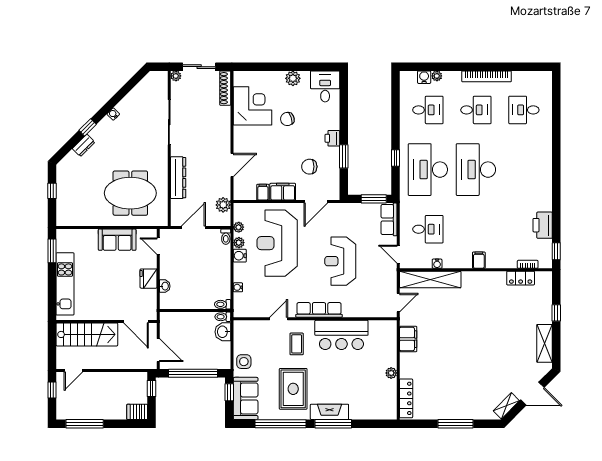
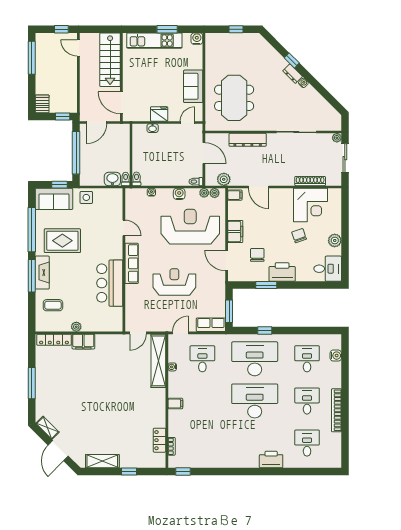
plant: (437, 76) -> (337, 367), removed
shoe rack: (225, 88) -> (310, 181), moved
desk: (428, 110) -> (307, 359), turned 180
desk: (476, 110) -> (307, 401), turned 180
printer: (332, 138) -> (282, 272), width x1.87, depth x1.48
dresser: (84, 145) -> (293, 74), moved
filing cabinet: (263, 192) -> (235, 195), moved
printer: (543, 225) -> (271, 460), moved
desk: (428, 229) -> (202, 359), turned 180
water cooler: (63, 236) -> (197, 39), added
plant: (239, 243) -> (215, 193), moved
window: (52, 251) -> (167, 29), moved
door: (398, 303) -> (138, 333), hinge flipped
door: (136, 322) -> (121, 103), hinge flipped
filing cabinet: (408, 339) -> (83, 342), moved
coffee table: (297, 344) -> (53, 305), moved

